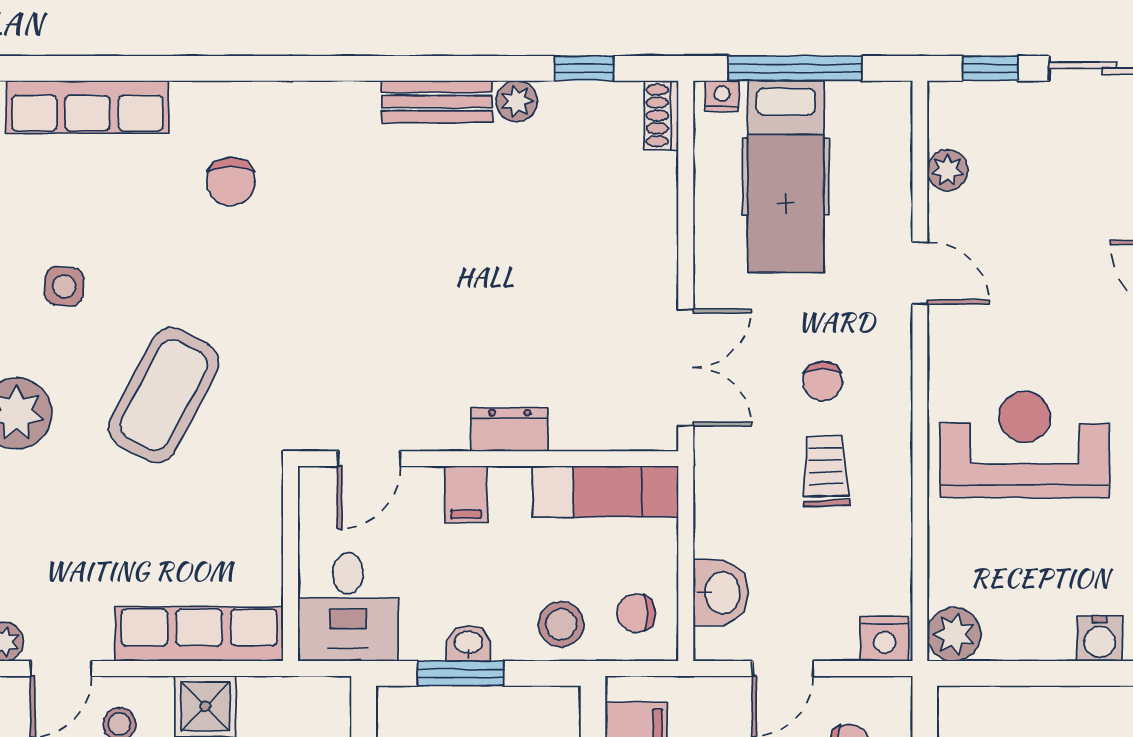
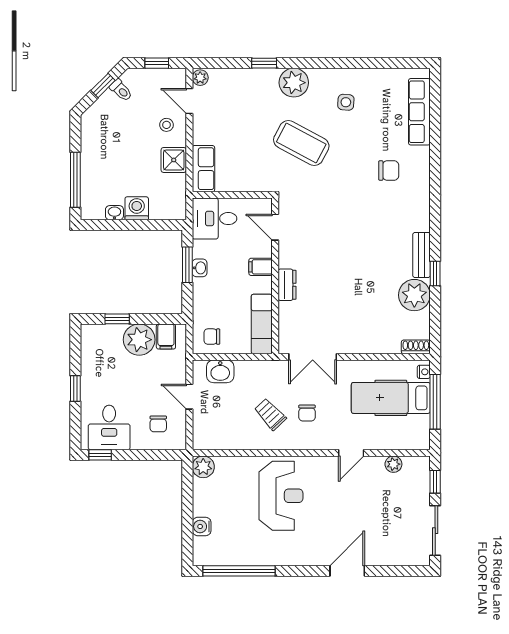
window: (584, 68) -> (435, 273), moved
plant: (517, 101) -> (414, 295), width x1.88, depth x1.88
chair: (231, 182) -> (389, 171), turned 180
chair: (823, 381) -> (307, 413), turned -90
trolley: (826, 471) -> (270, 414), turned -131
chair: (636, 613) -> (212, 337), turned -90
stool: (561, 624) -> (207, 306), removed
row of seats: (199, 634) -> (203, 169), width x0.68
nightstand: (885, 639) -> (201, 438), removed

